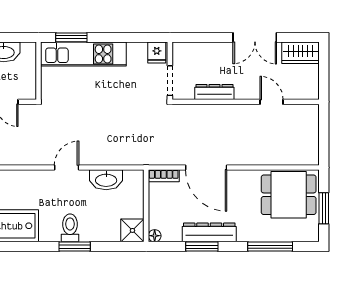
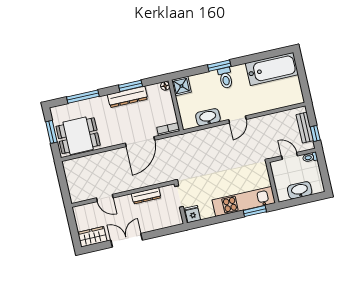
door: (206, 168) -> (140, 142), swing flipped

